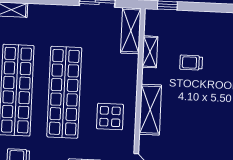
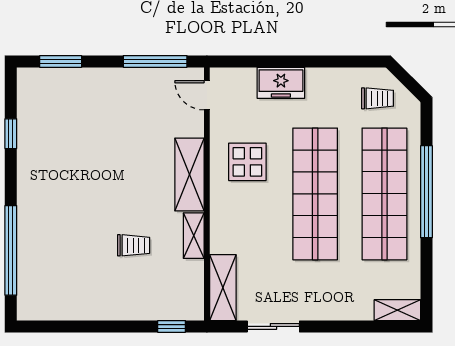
shelving: (150, 52) -> (194, 236), moved

